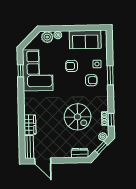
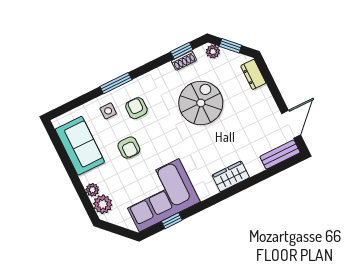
wardrobe: (30, 125) -> (231, 176), moved

